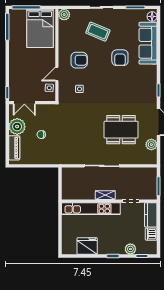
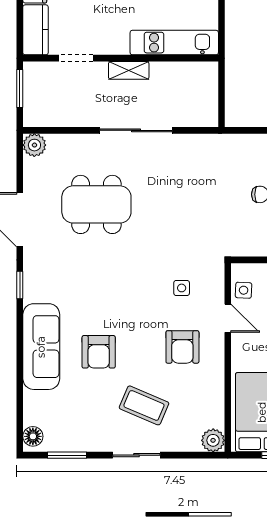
sofa: (148, 43) -> (41, 347), moved
armchair: (120, 58) -> (99, 352), turned 180
armchair: (79, 60) -> (182, 347), turned -90
door: (57, 74) -> (228, 318), hinge flipped
plant: (151, 145) -> (34, 145), moved
kitchen unit: (91, 209) -> (174, 43), width x0.73

